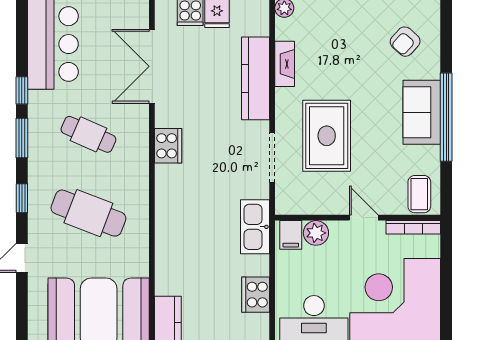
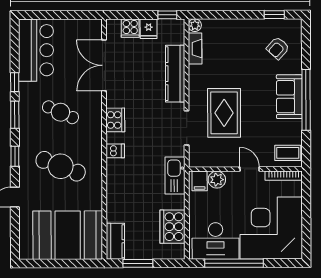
fireplace: (285, 64) -> (195, 49), moved
dishwasher: (168, 191) -> (115, 151), added
coffee table: (419, 194) -> (288, 153), turned 90
cooker: (256, 295) -> (173, 227), width x1.37, depth x1.31

